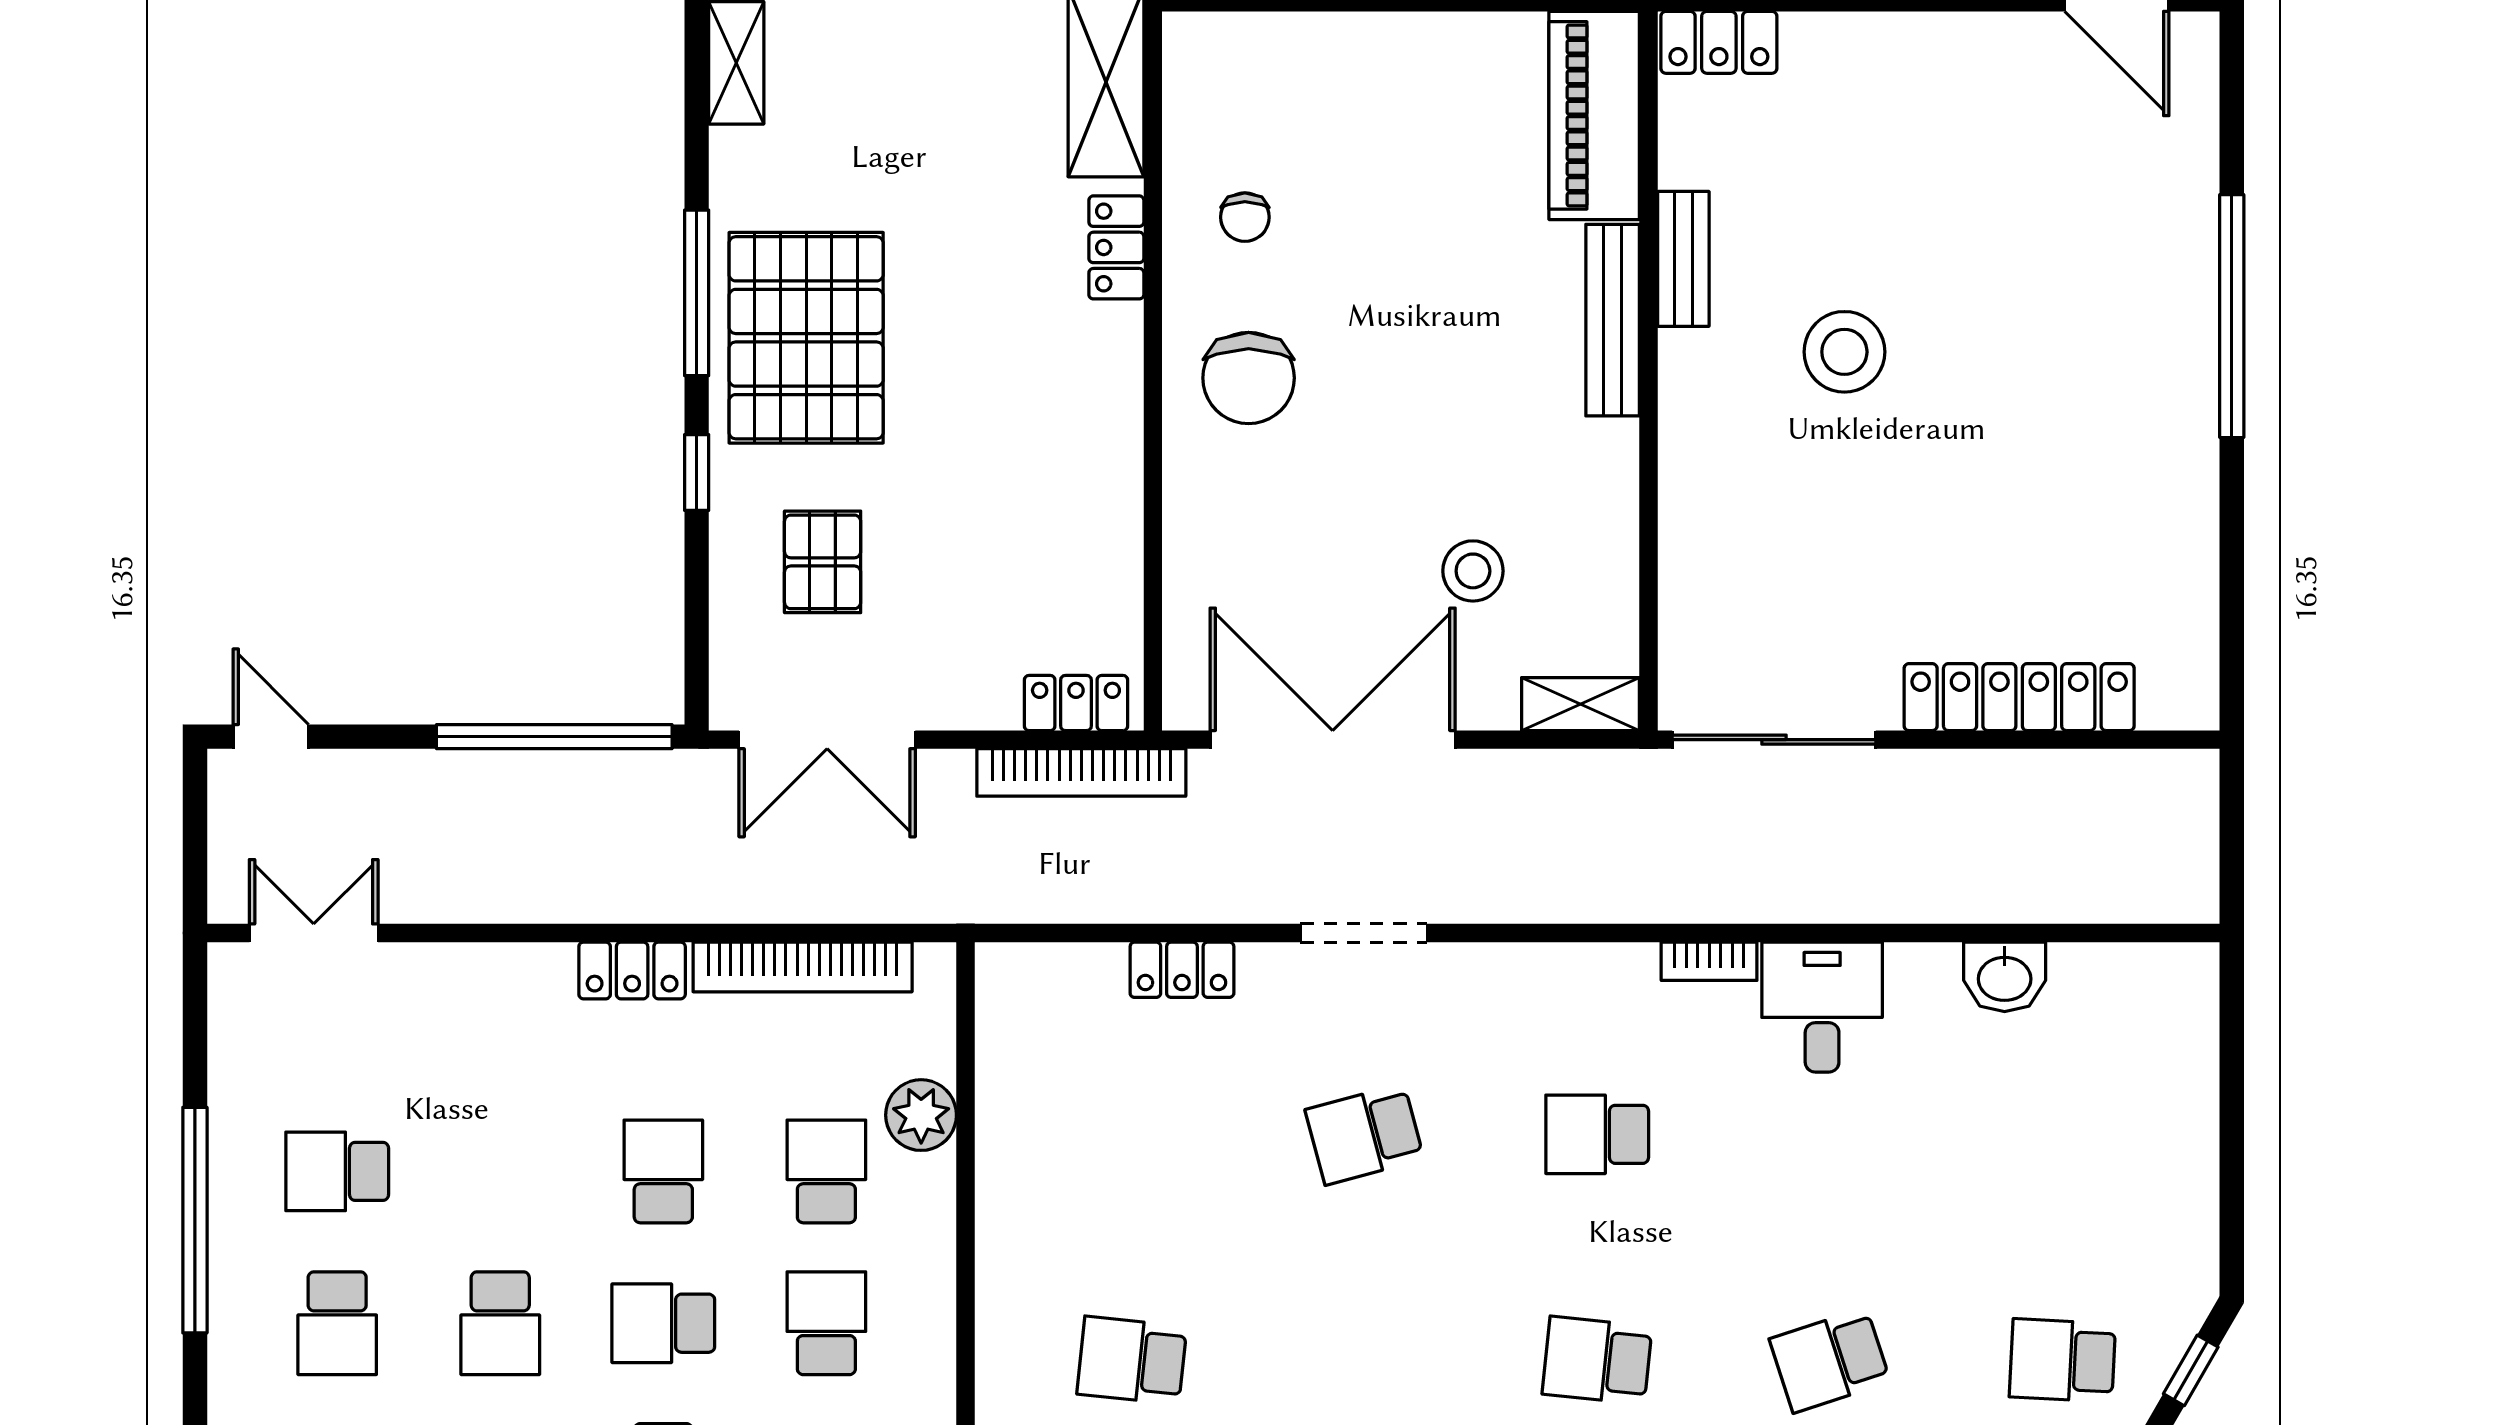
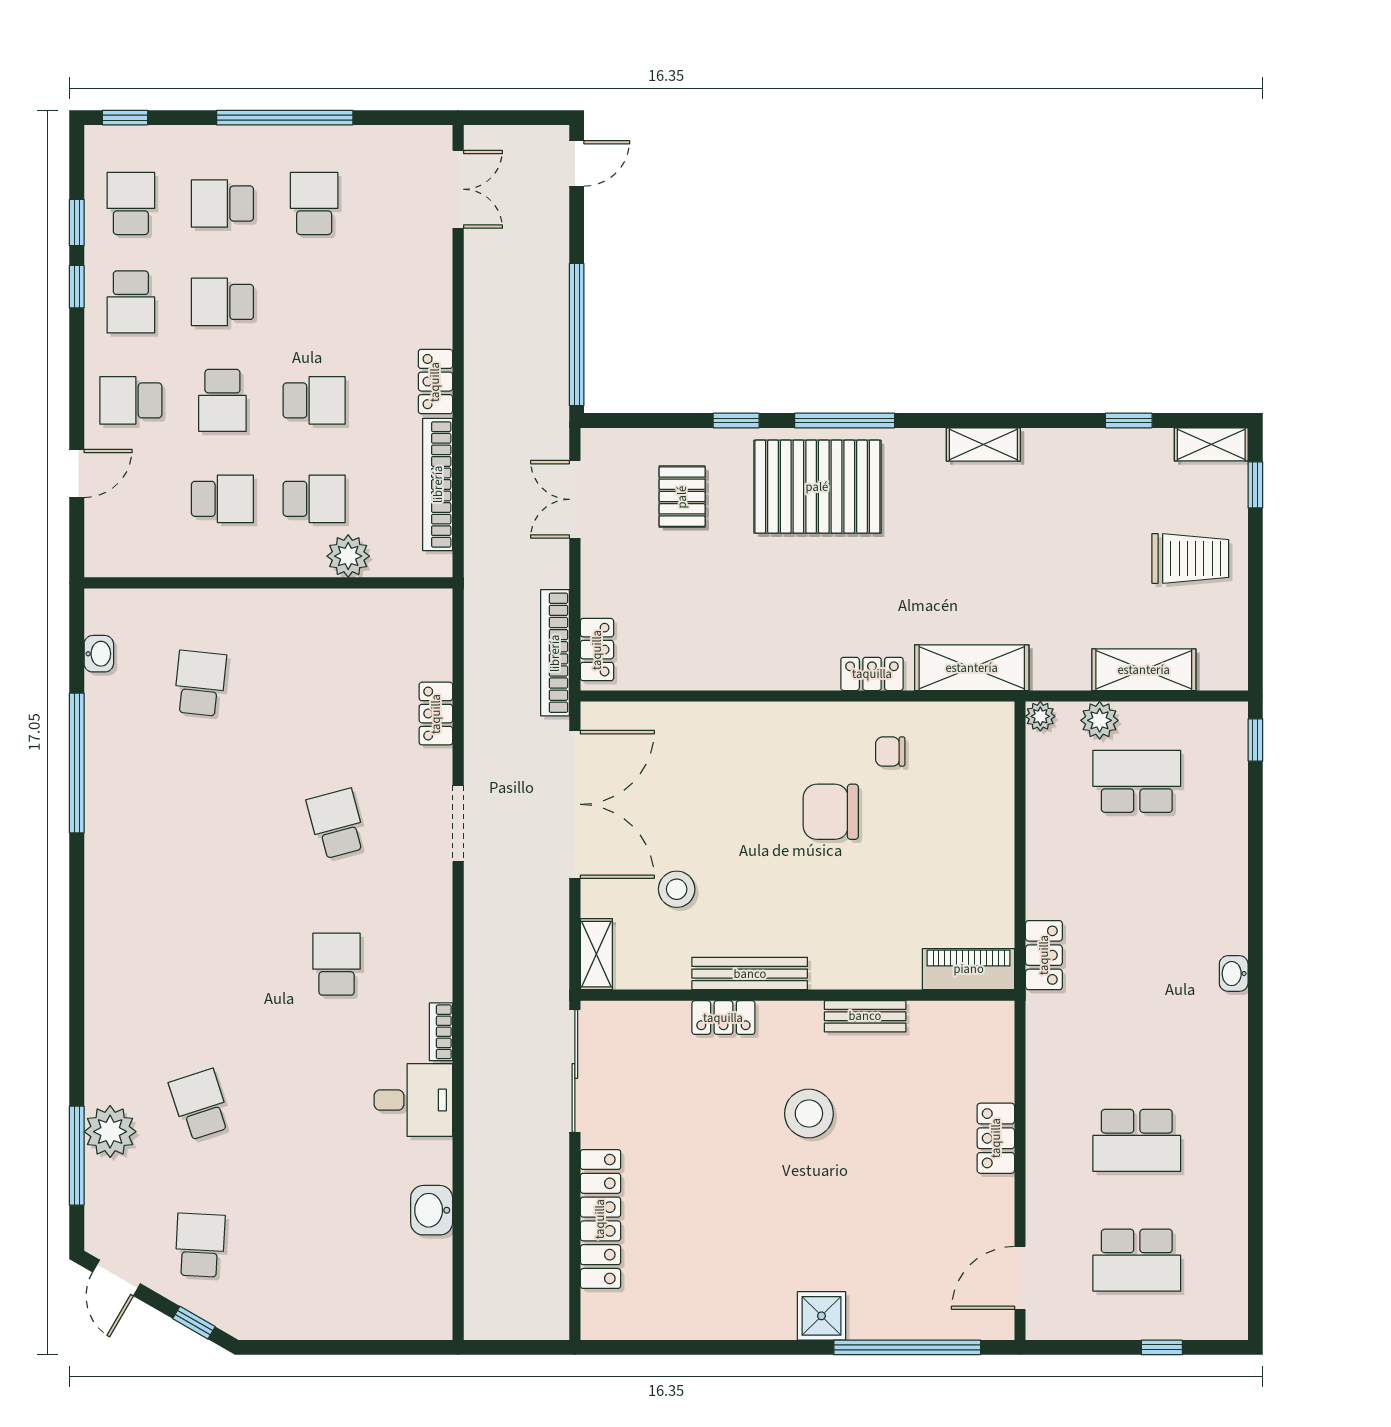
locker: (1719, 42) -> (996, 1138), moved
piano: (1594, 115) -> (969, 969), width x0.73, depth x0.75
window: (2232, 316) -> (907, 1347), moved
bench: (1613, 320) -> (750, 974), moved
shower: (2180, 331) -> (821, 1316), added
chair: (1249, 378) -> (831, 812), moved
locker: (1685, 493) -> (723, 1018), added
pallet: (823, 562) -> (682, 497), turned 90
double door: (827, 740) -> (575, 499), width x0.73
school desk: (663, 1323) -> (222, 400), turned 180
school desk: (1597, 1360) -> (200, 964), removed

